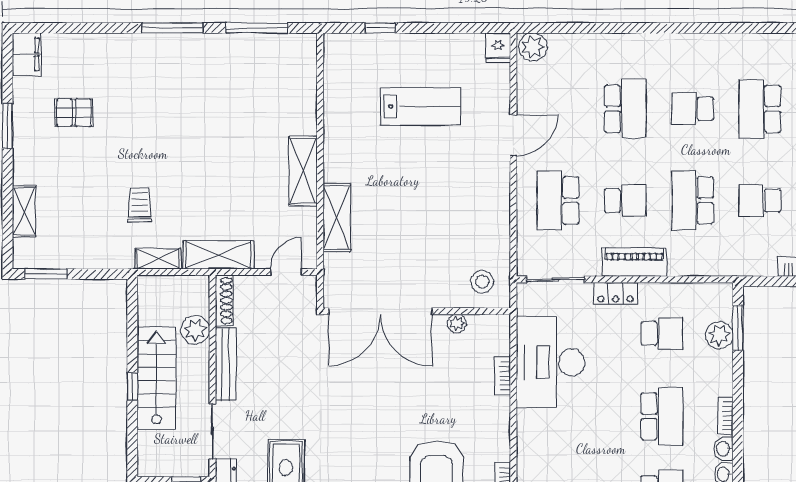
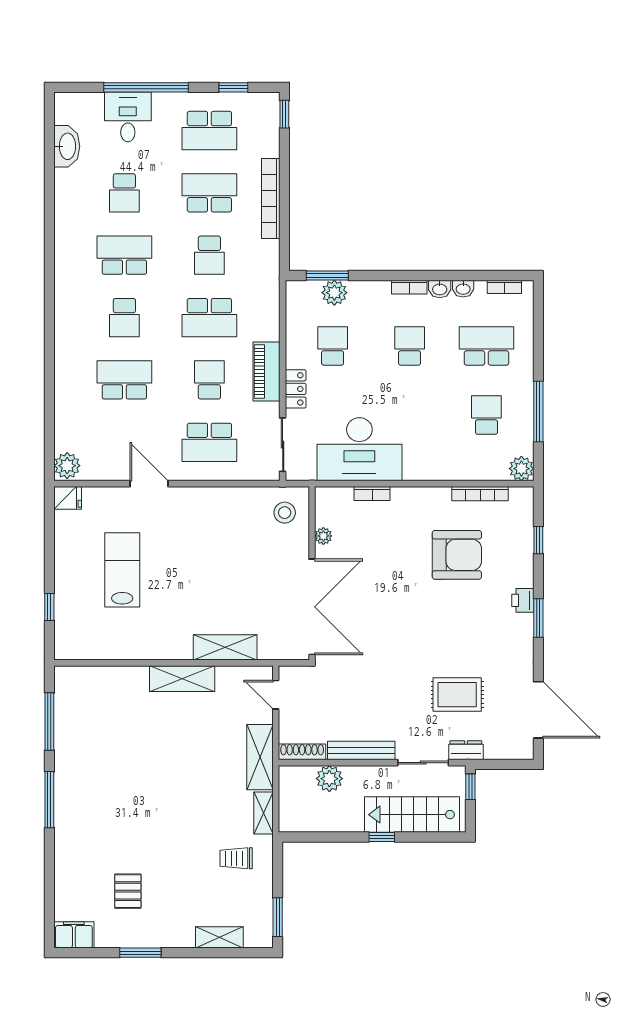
school desk: (760, 109) -> (124, 255), turned 180
trolley: (140, 205) -> (236, 858), moved
stairs: (156, 378) -> (412, 815), moved
school desk: (662, 416) -> (410, 346), width x0.54

